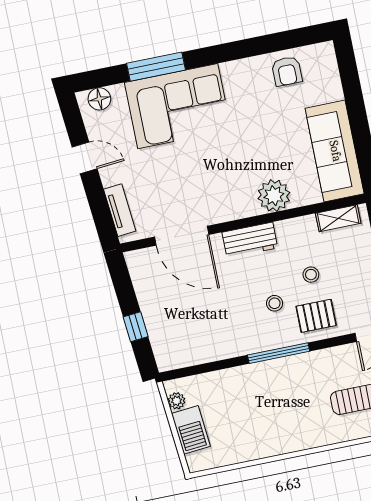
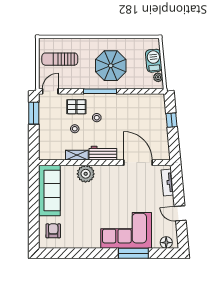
armchair: (287, 71) -> (53, 231), moved
shelving: (338, 218) -> (77, 155), moved
parasol: (268, 405) -> (111, 66), added

